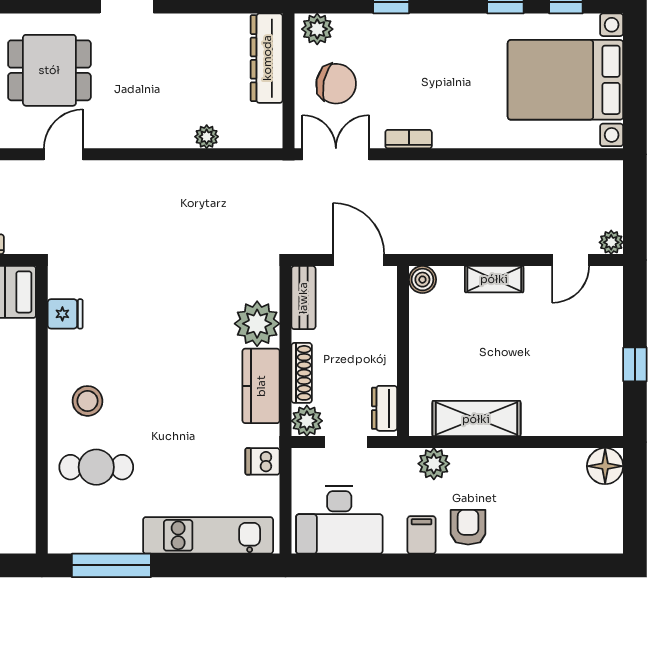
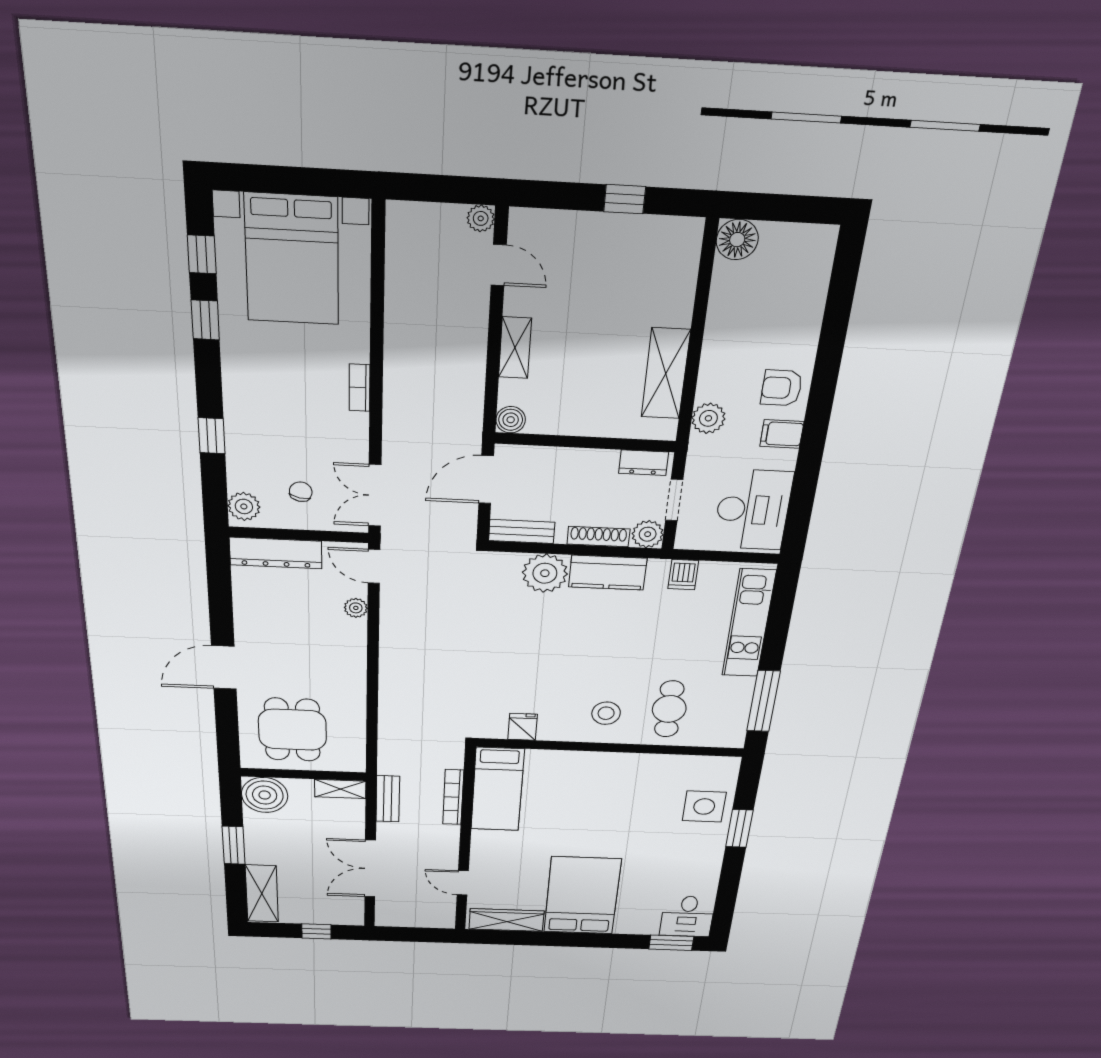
chair: (336, 84) -> (301, 492), width x0.54, depth x0.54
bookcase: (409, 139) -> (360, 388), moved
door: (63, 154) -> (374, 566), moved

